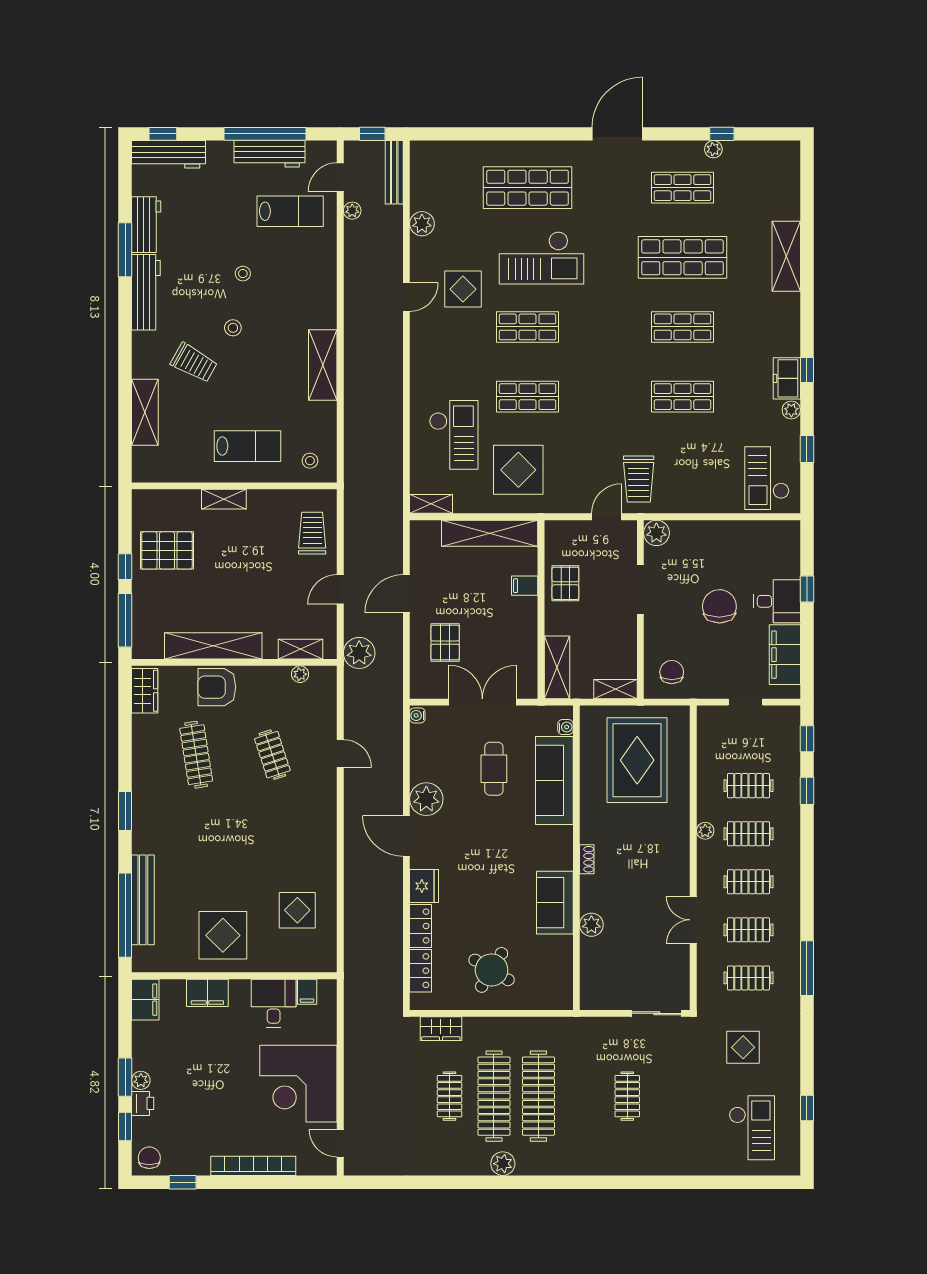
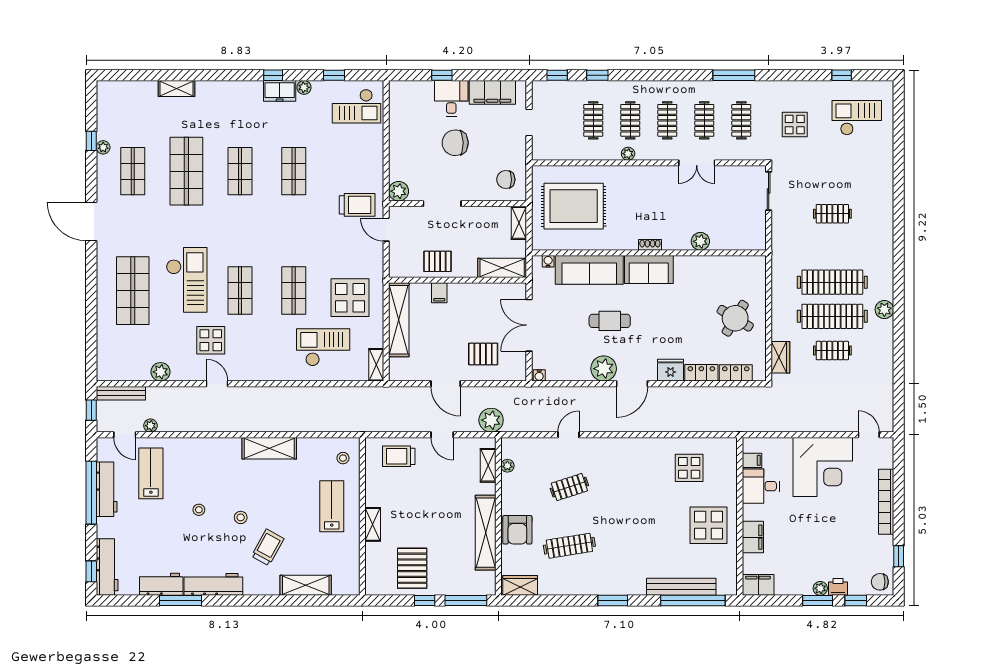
shelving: (786, 256) -> (177, 89), width x0.67, depth x0.75
cafe table: (494, 769) -> (610, 321), moved
sofa: (555, 903) -> (649, 269), moved
door: (340, 1143) -> (869, 435), swing flipped

